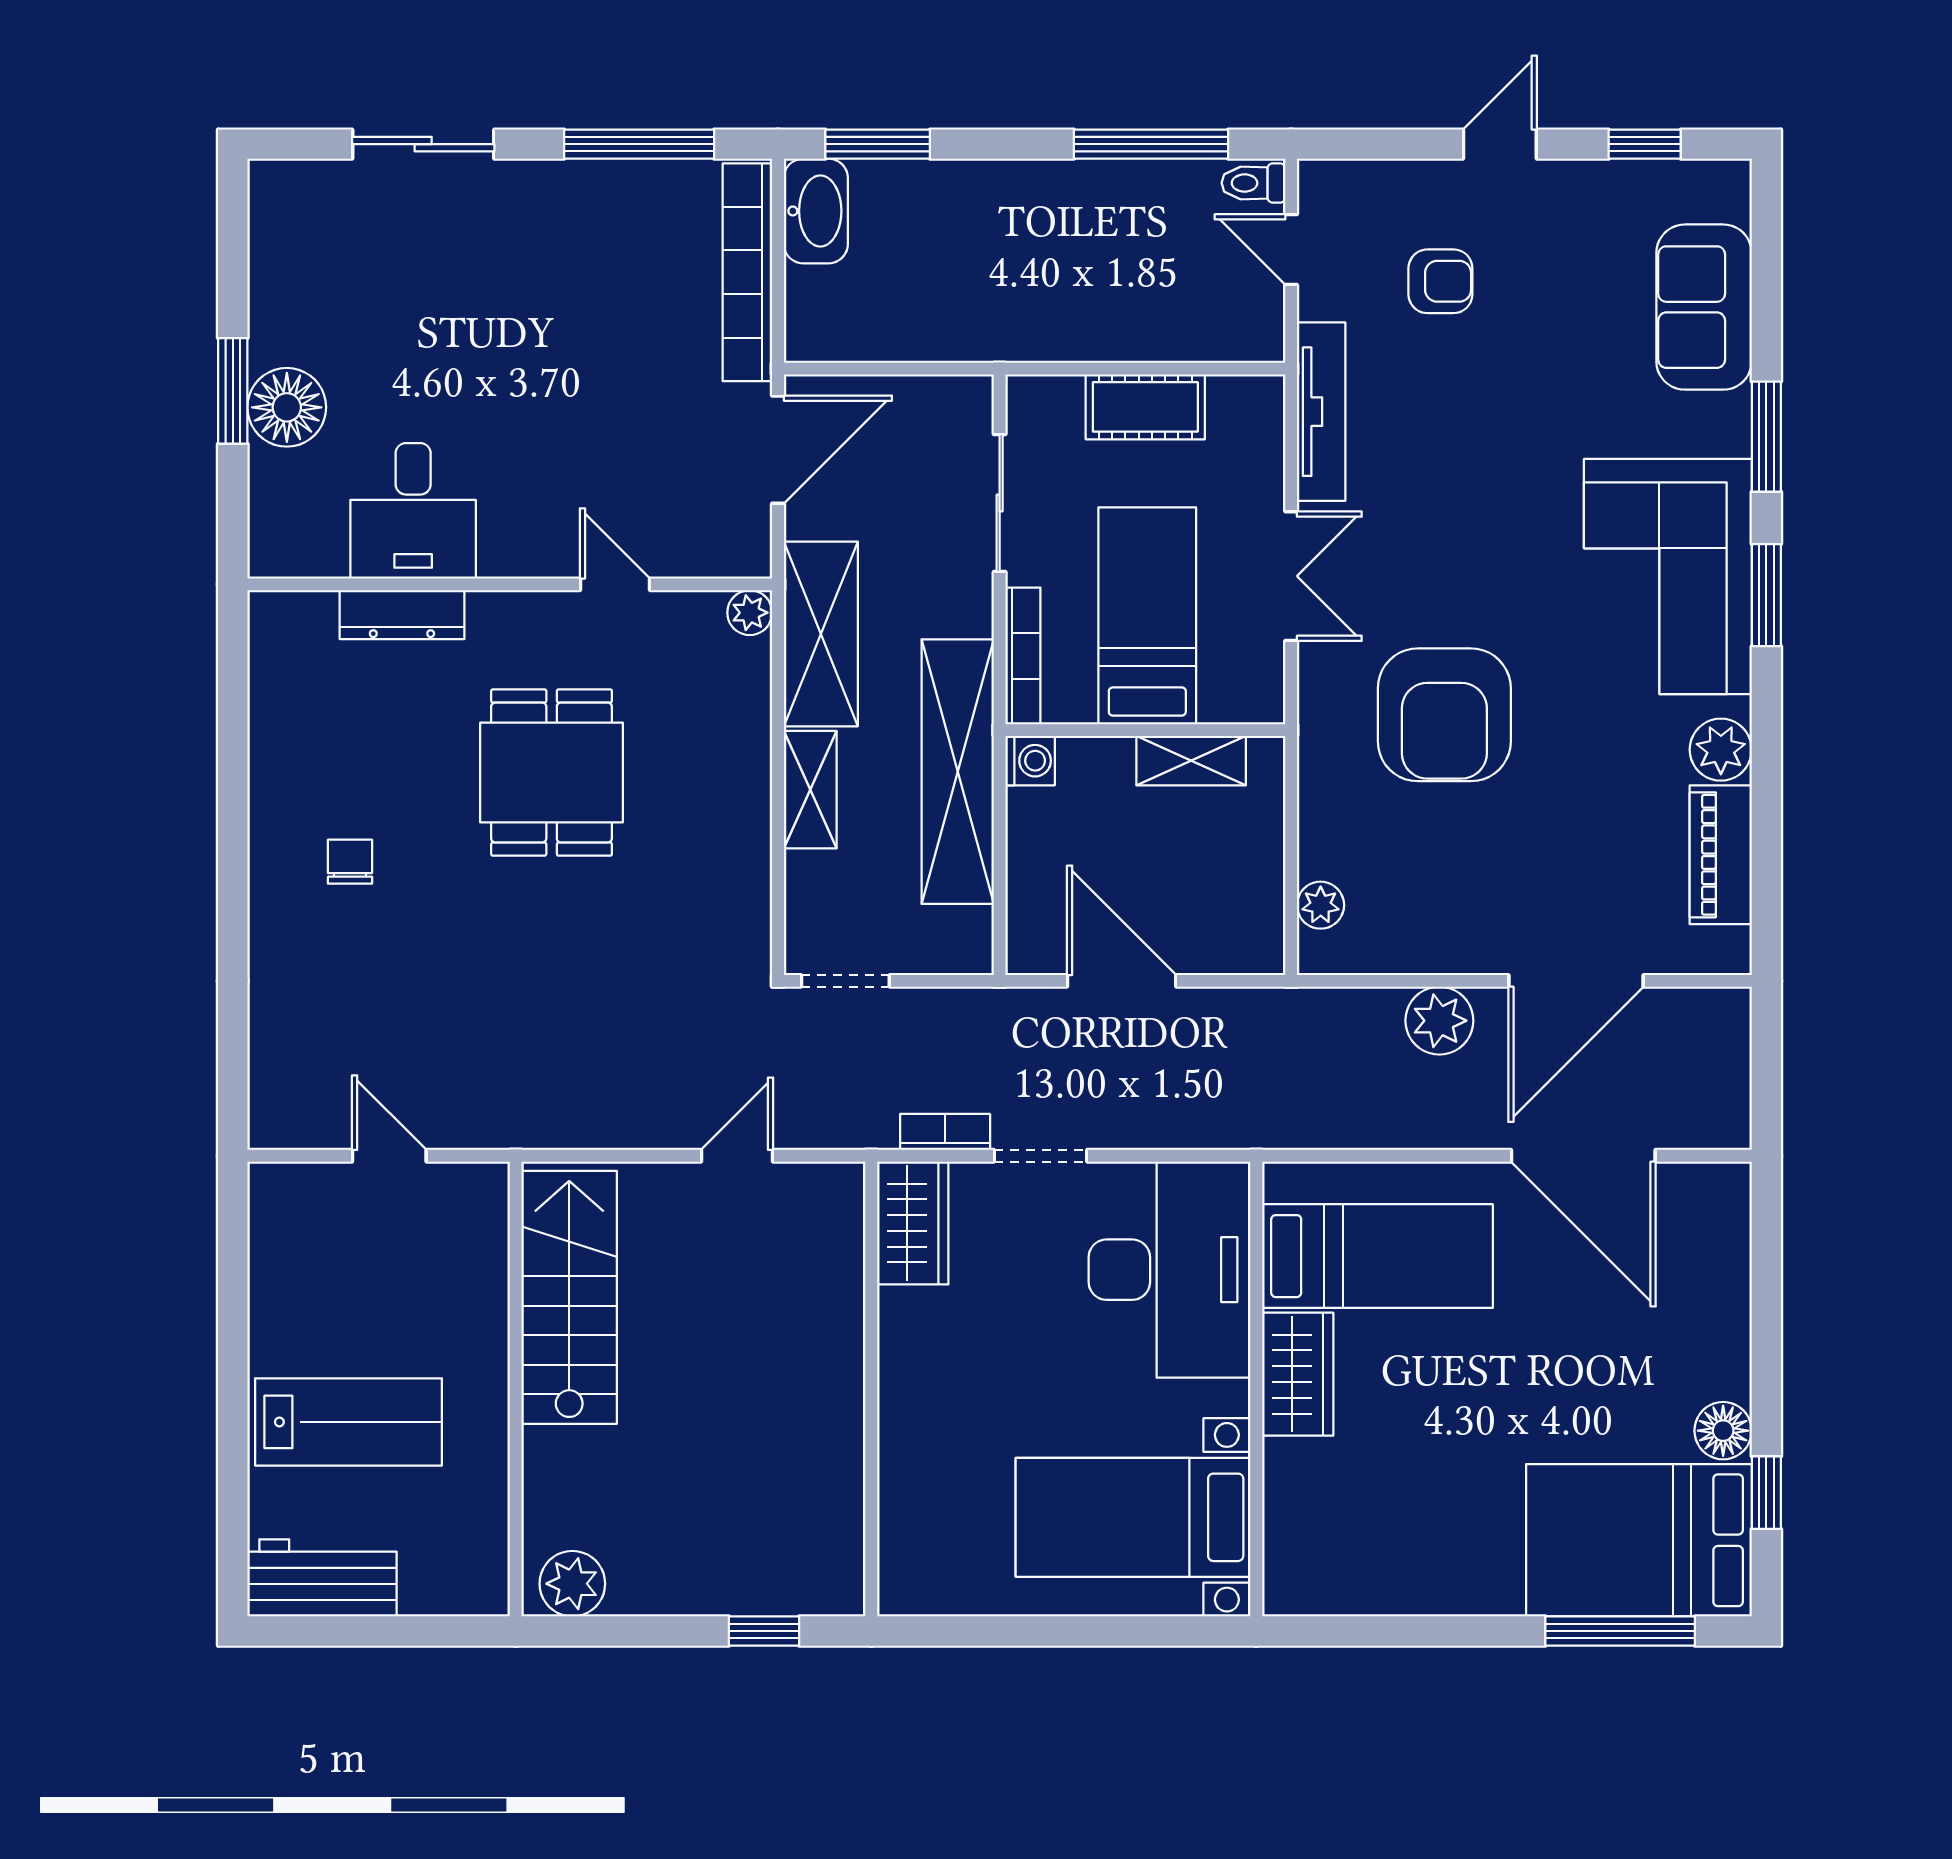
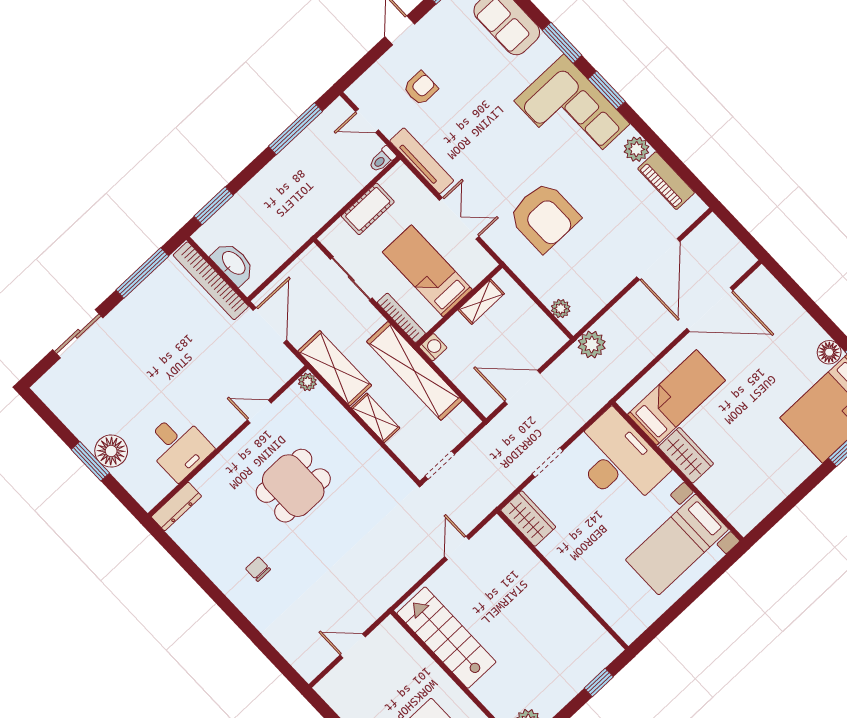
toilet: (1253, 183) -> (382, 159), moved
washbasin: (816, 211) -> (233, 263), moved
dresser: (402, 615) -> (176, 507), moved
dining table: (552, 773) -> (293, 486), turned 90
plant: (1439, 1021) -> (592, 345), moved
bookcase: (945, 1132) -> (512, 482), removed

